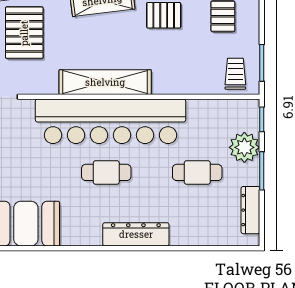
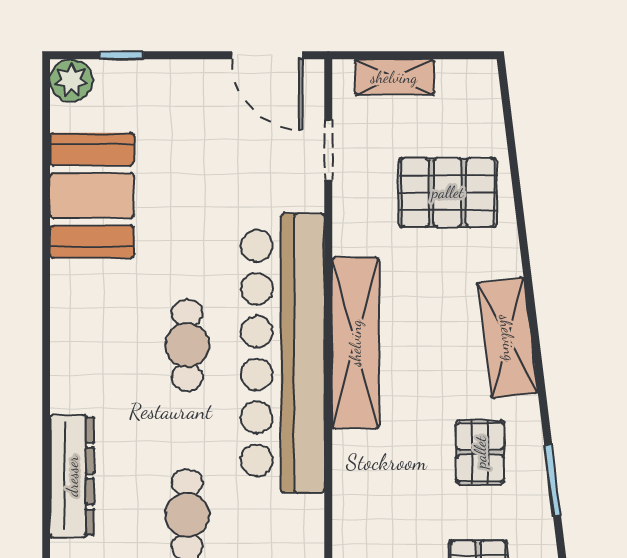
dresser: (136, 234) -> (72, 476), moved

